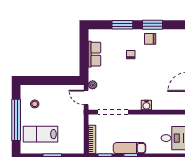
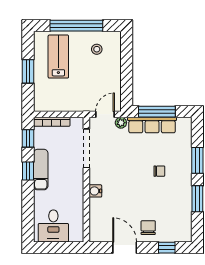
chair: (150, 39) -> (148, 228), moved
row of seats: (94, 54) -> (152, 125), width x1.48
window: (84, 57) -> (157, 112), added

